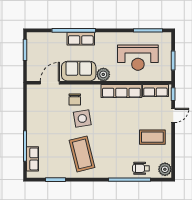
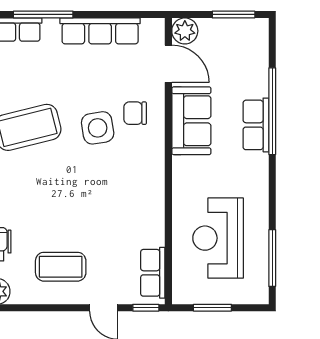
plant: (103, 74) -> (185, 31), moved
row of seats: (121, 91) -> (100, 31), moved, turned -90
coffee table: (152, 137) -> (61, 267), turned 90

